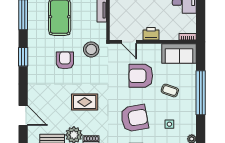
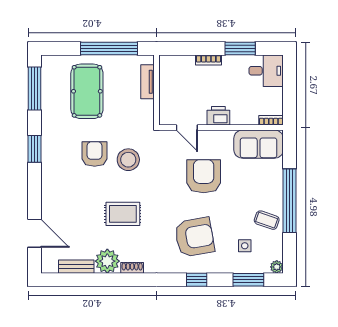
stool: (91, 49) -> (128, 160), moved
armchair: (141, 76) -> (204, 176), turned 90
coffee table: (170, 91) -> (267, 220), moved

